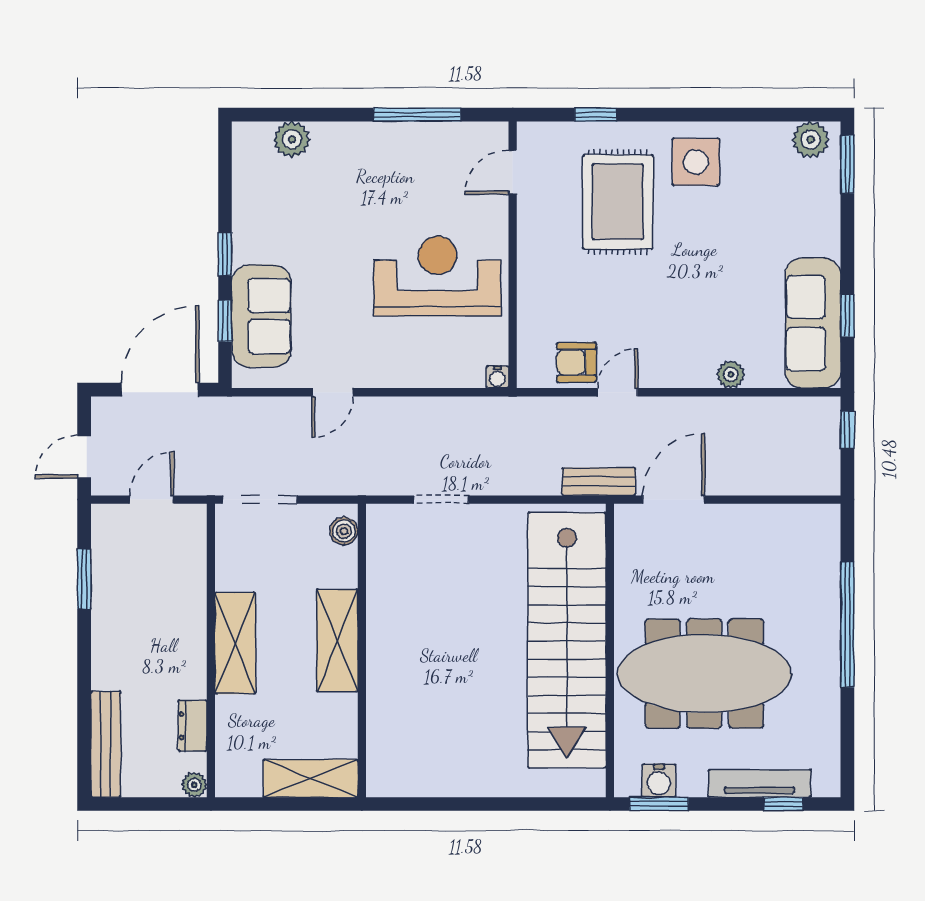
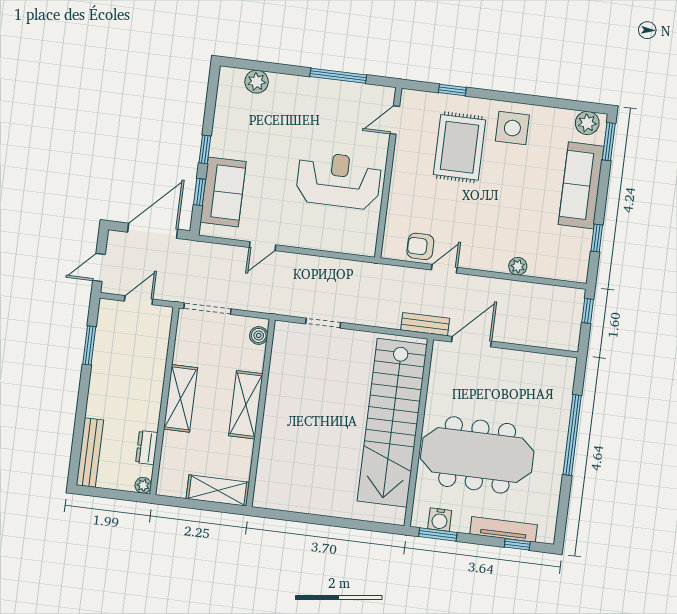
sofa: (813, 323) -> (581, 185), moved
water cooler: (498, 377) -> (369, 249), removed

